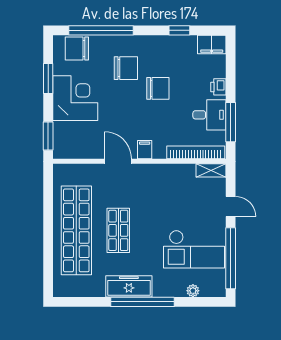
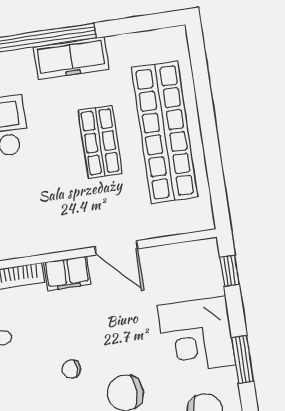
chair: (158, 88) -> (71, 369), width x0.54, depth x0.54
window: (48, 136) -> (230, 271), width x0.67
filing cabinet: (145, 150) -> (67, 273), width x2.00

